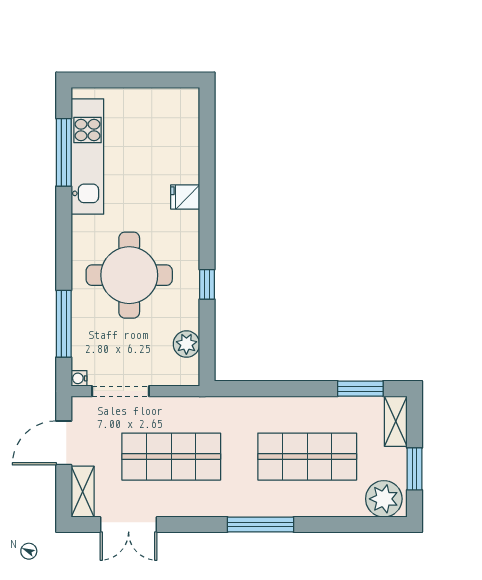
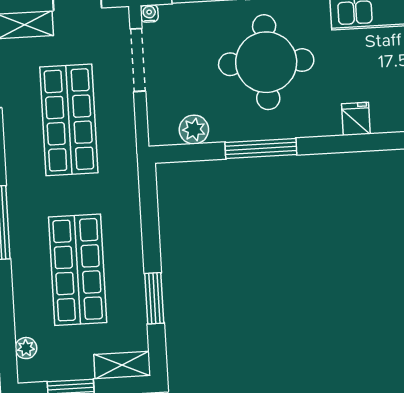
window: (207, 284) -> (261, 148), width x2.17
window: (360, 389) -> (154, 298), moved
plant: (384, 499) -> (26, 348), width x0.53, depth x0.53

